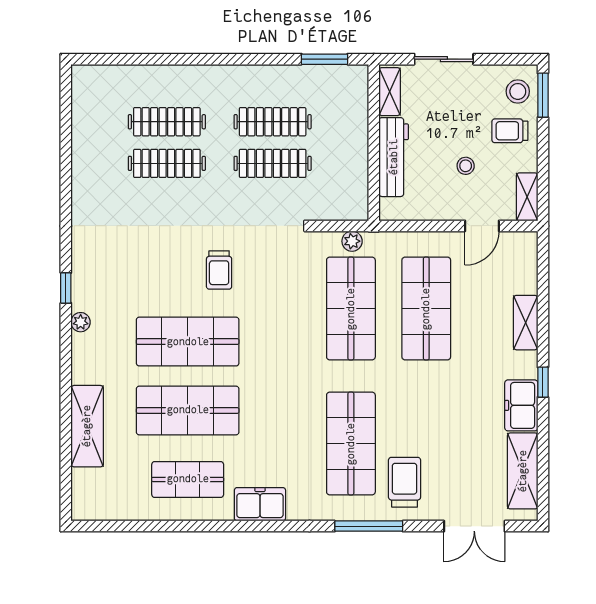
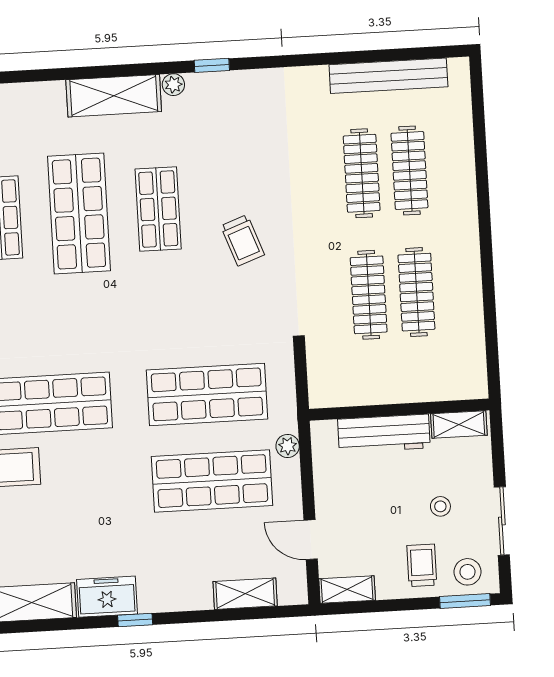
window: (325, 59) -> (492, 348), removed
sliding door: (444, 59) -> (502, 521), moved
bench: (84, 135) -> (388, 76), added
stool: (466, 166) -> (440, 506), moved
plant: (352, 241) -> (288, 446), moved
trolley: (219, 270) -> (242, 240), turned -110
shelving: (526, 323) -> (245, 594), moved
shop shelf: (188, 342) -> (158, 209), width x0.70, depth x0.74
shelving: (87, 426) -> (114, 96), moved

